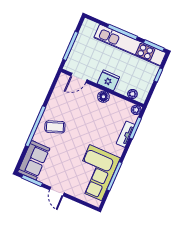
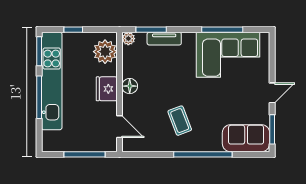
plant: (132, 94) -> (105, 52), width x1.88, depth x1.88
coffee table: (55, 127) -> (180, 121), moved

